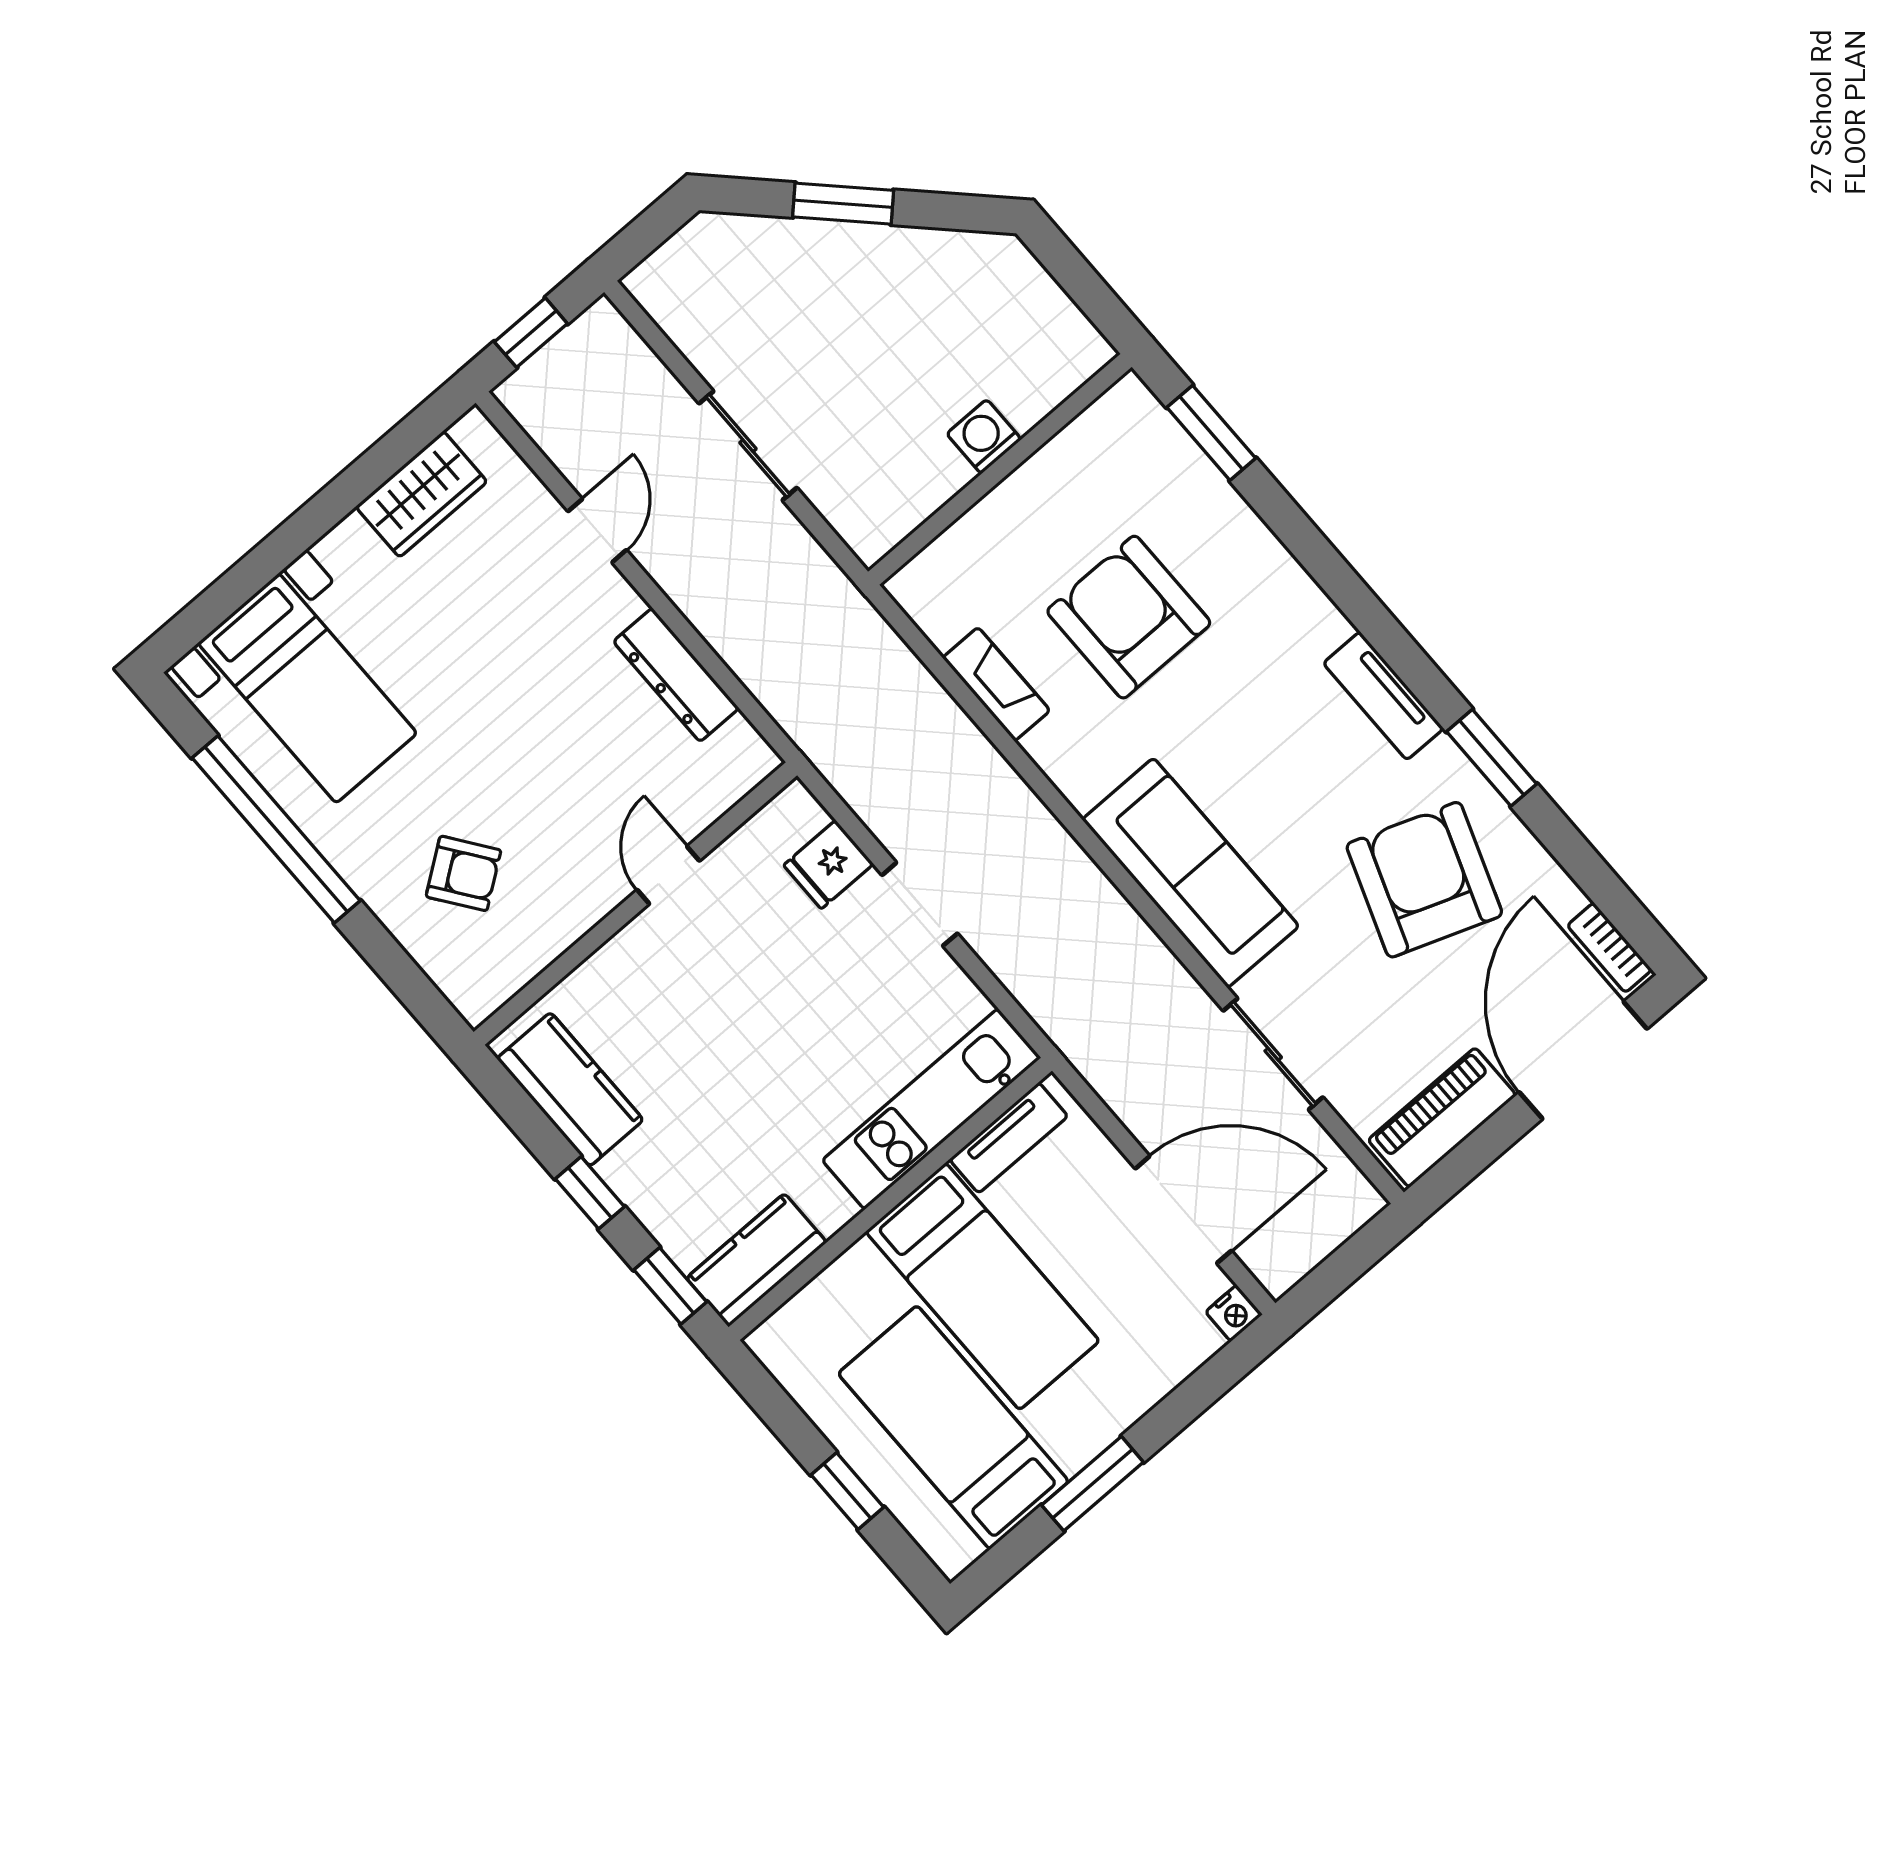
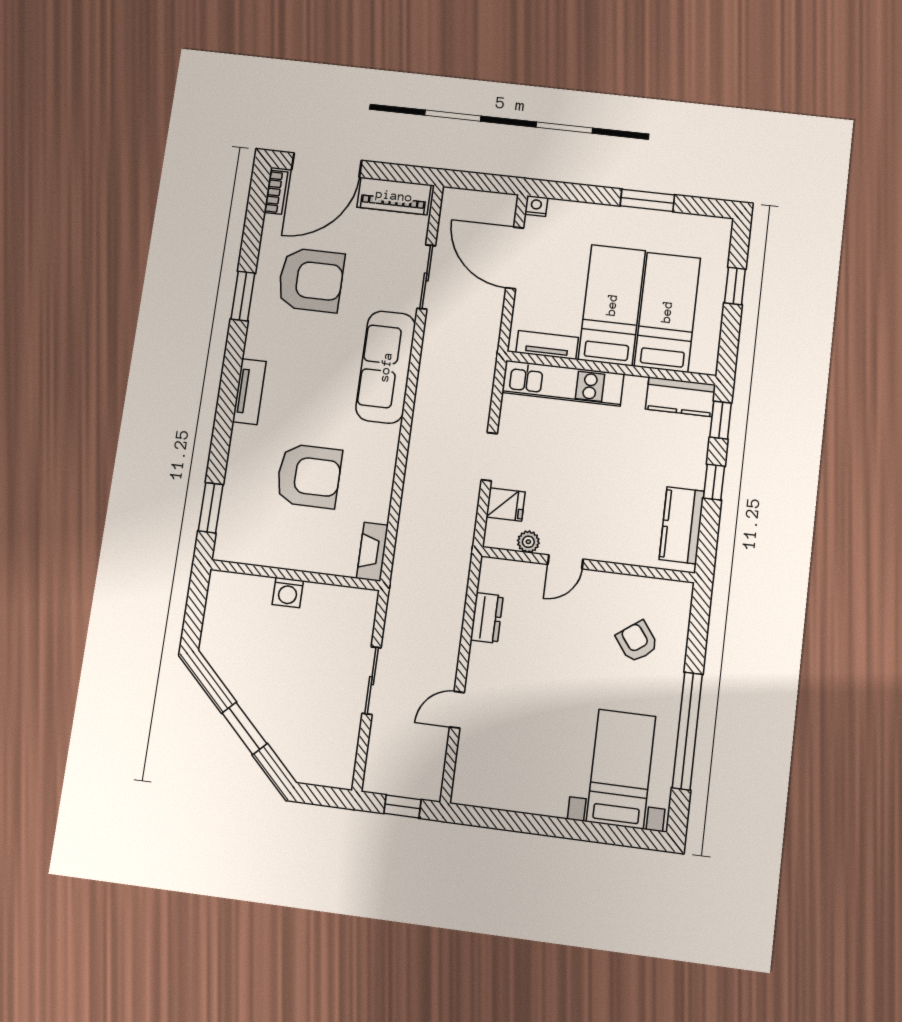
wardrobe: (421, 494) -> (505, 793), removed
armchair: (1129, 617) -> (309, 476), turned -90
dresser: (676, 675) -> (487, 618), width x0.70
fireplace: (996, 684) -> (372, 552), moved
tv unit: (1383, 696) -> (249, 392), moved
plant: (745, 848) -> (528, 542), added
armchair: (1424, 880) -> (311, 280), turned -110
bed: (953, 1427) -> (667, 312), moved, turned 180

